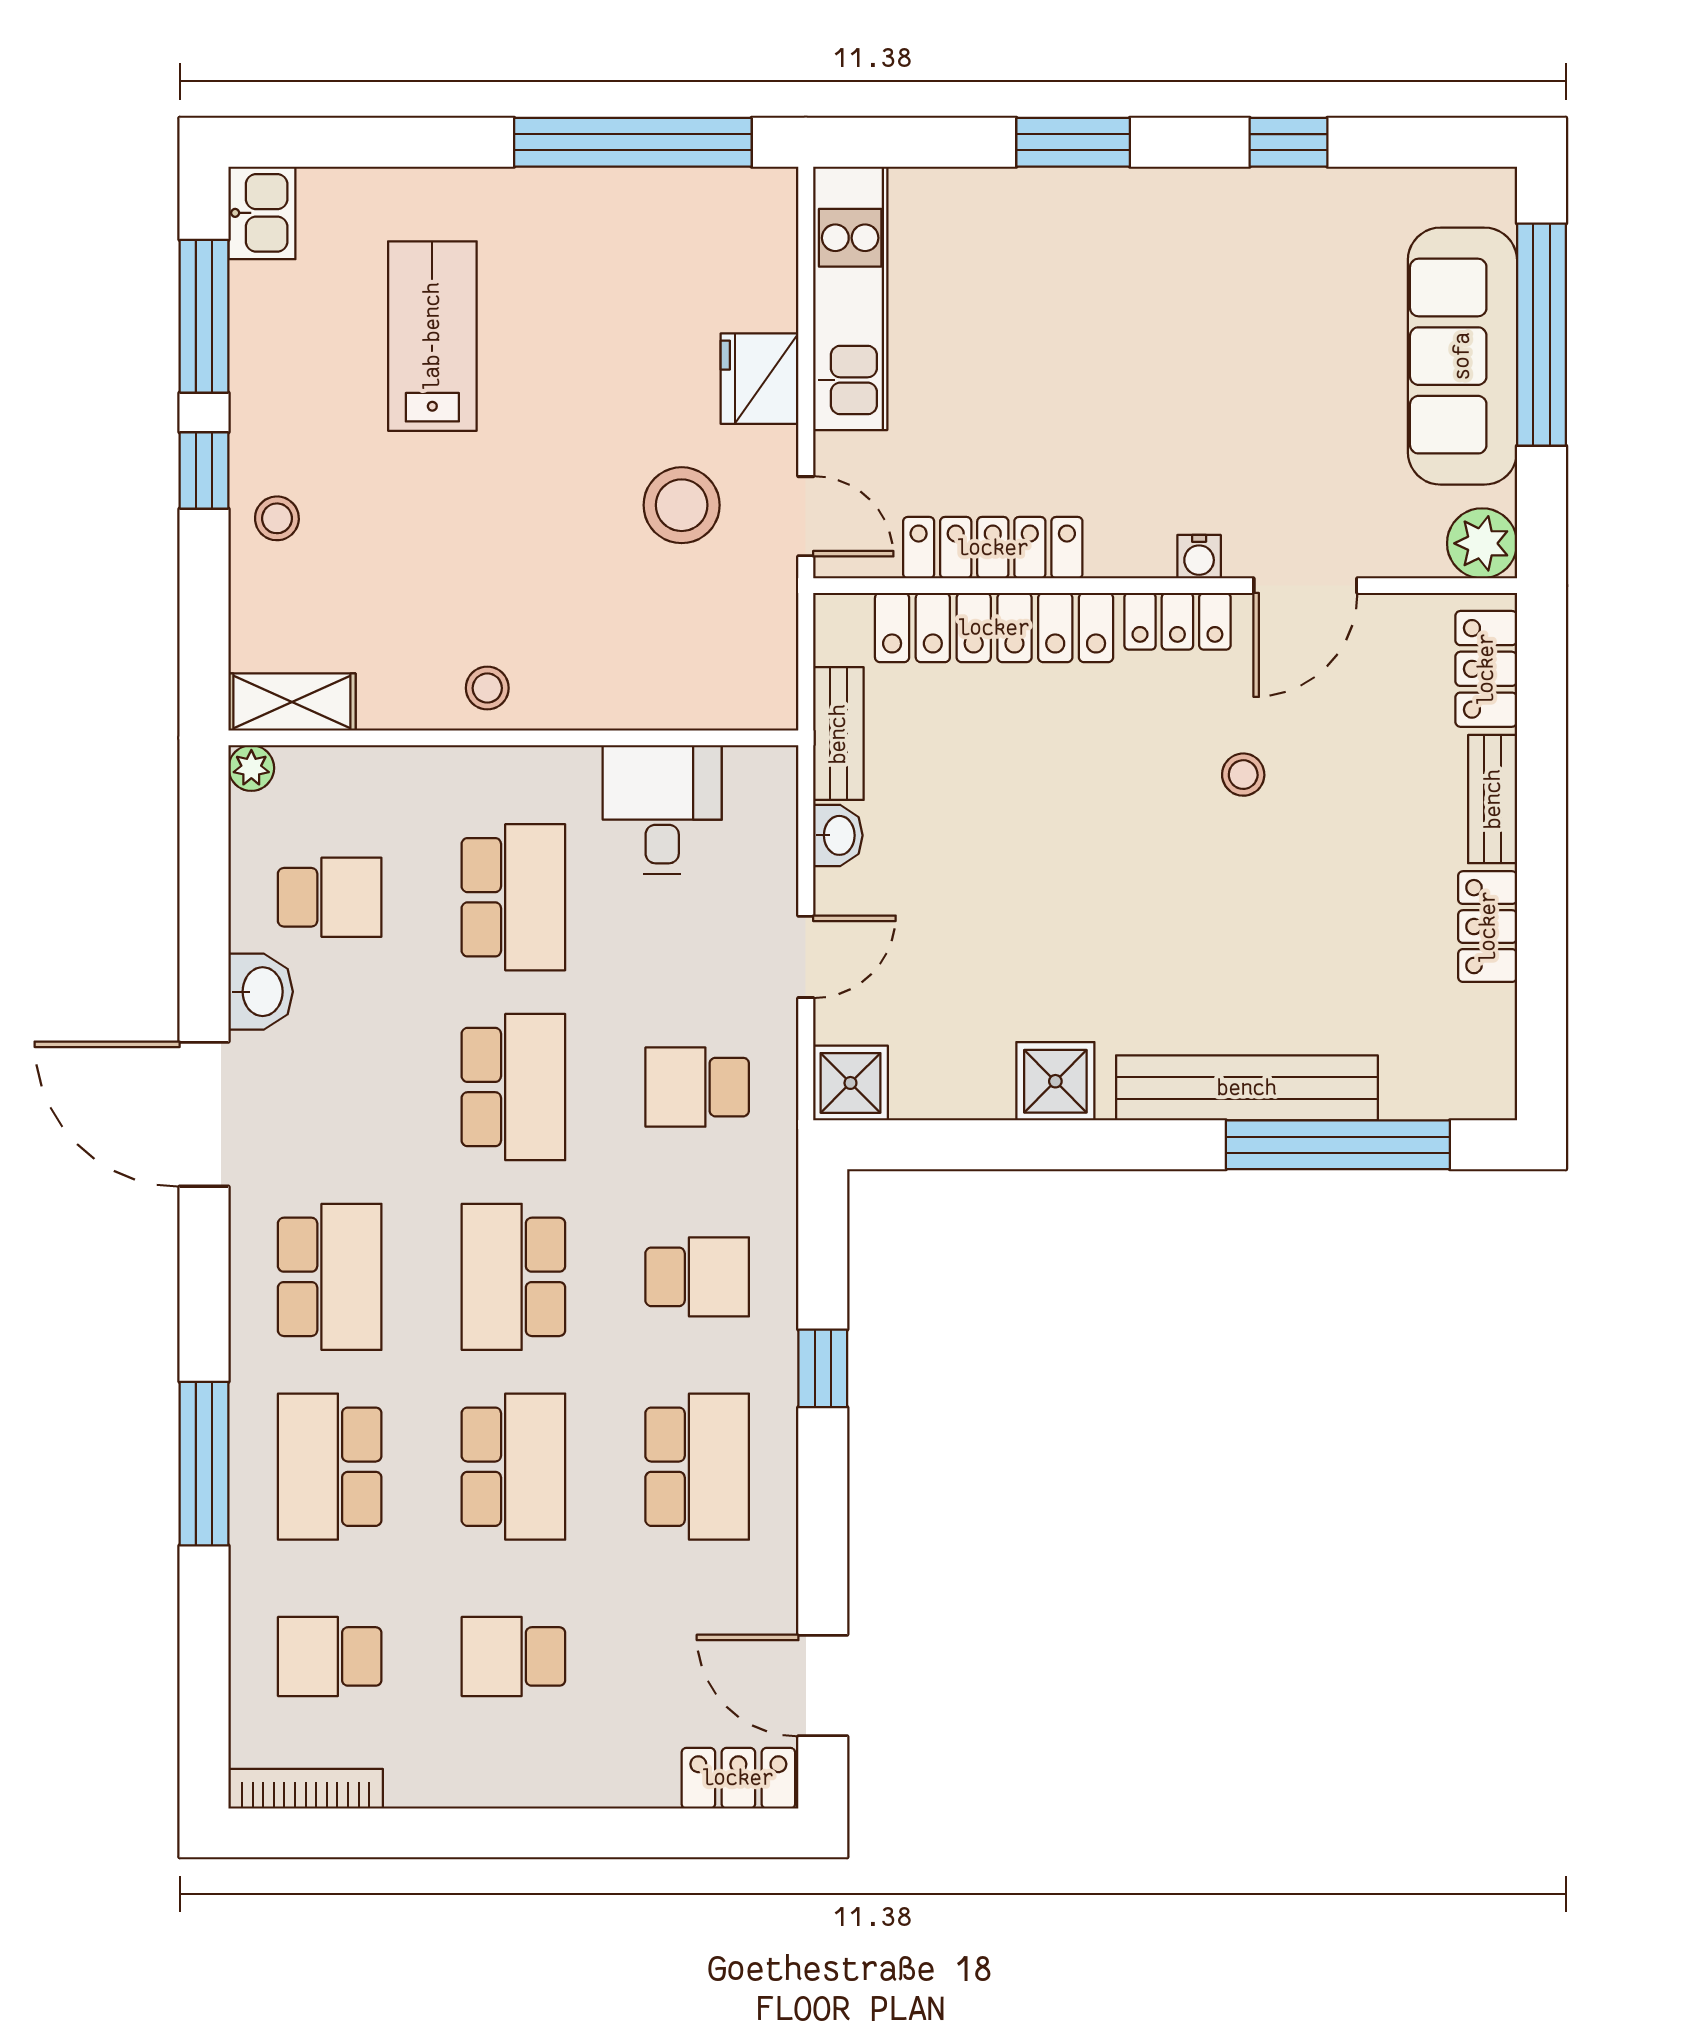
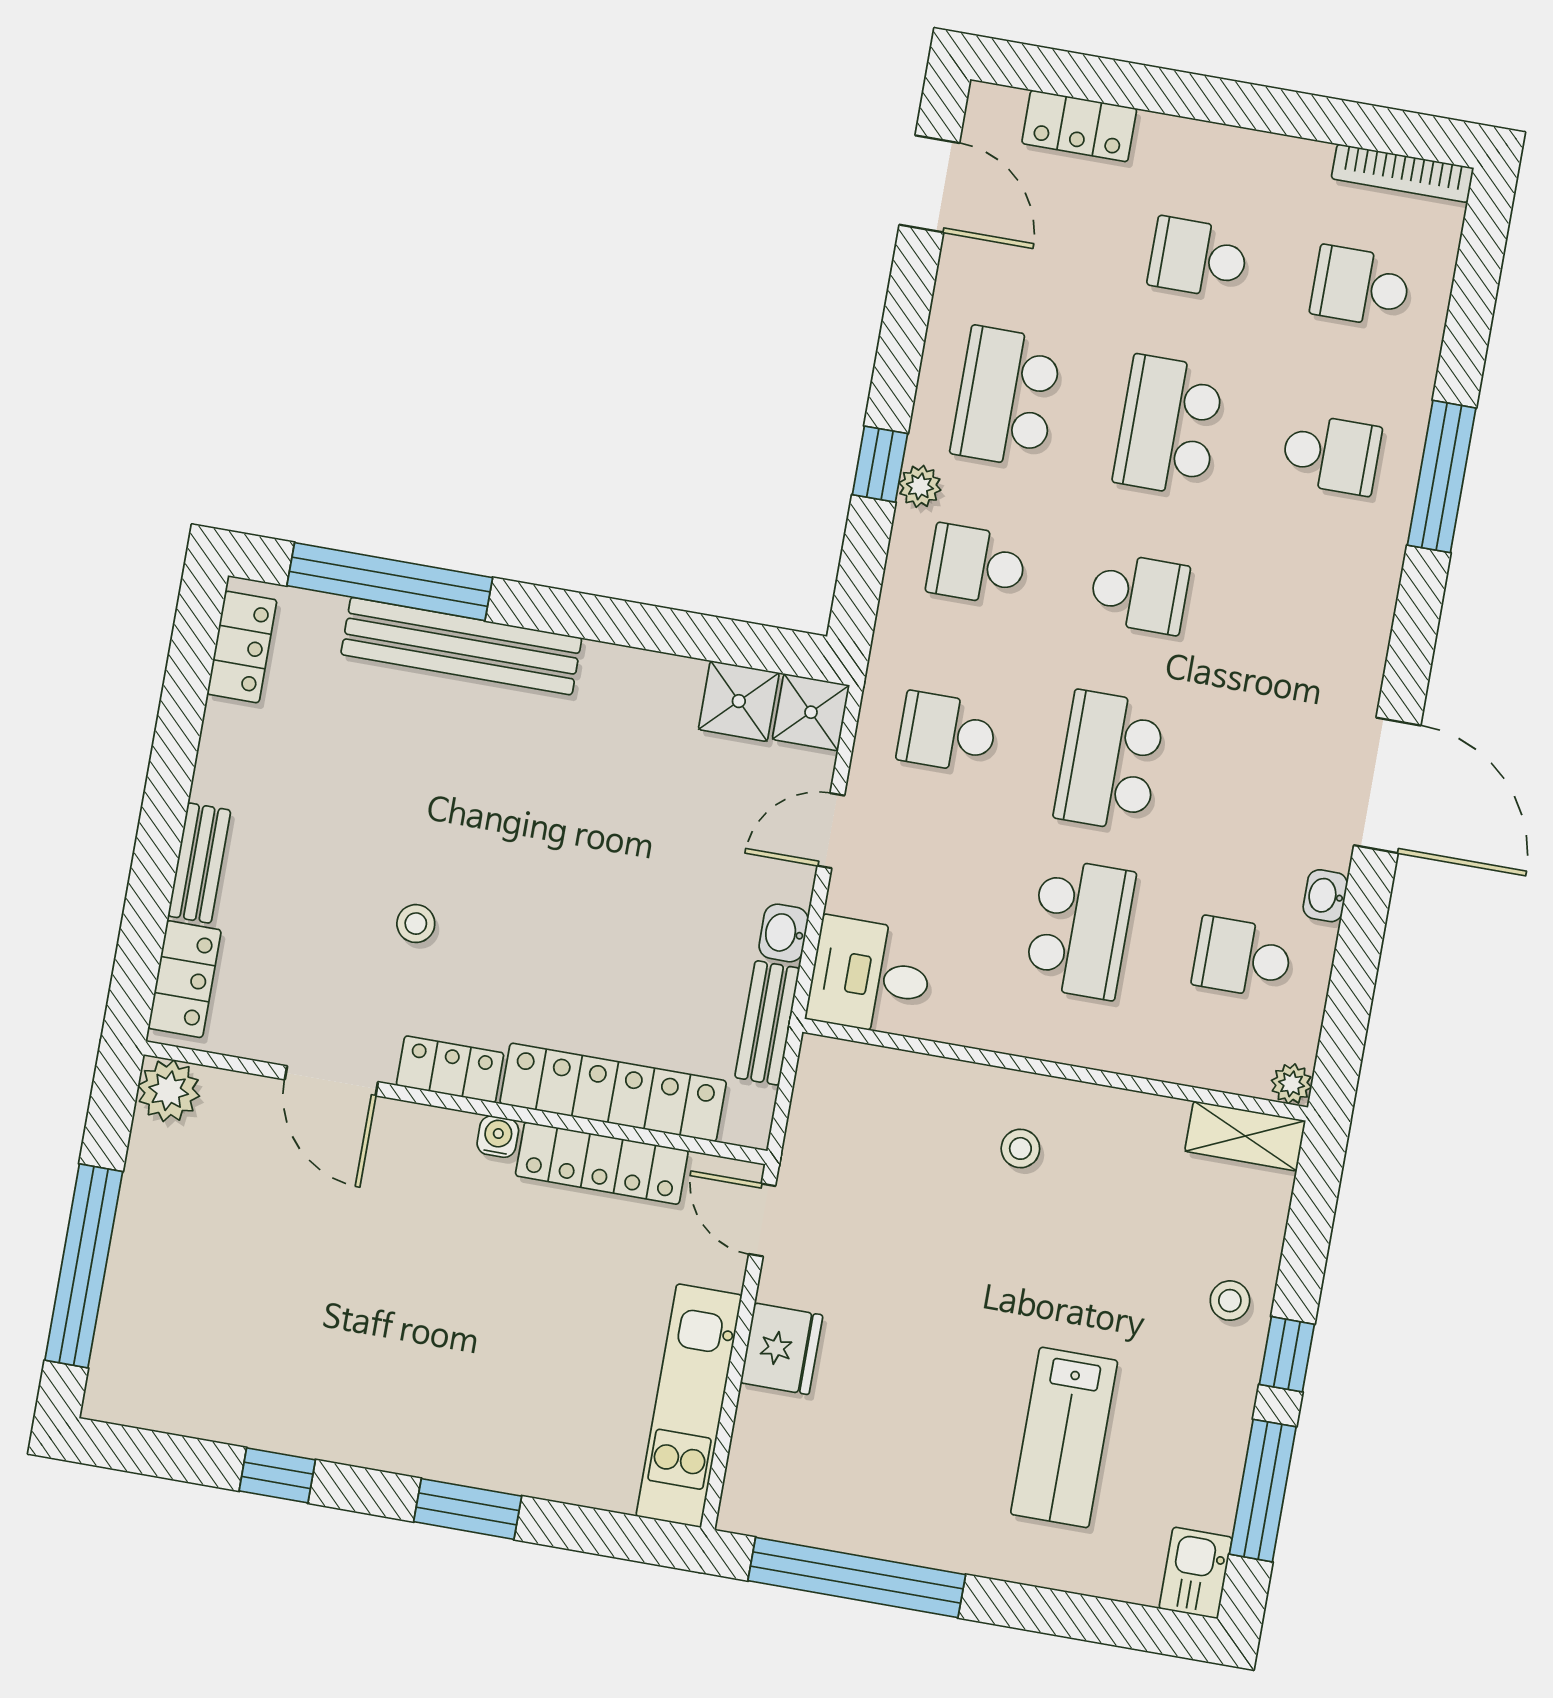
sofa: (1462, 356) -> (157, 1259), removed
stool: (682, 505) -> (870, 1249), removed
water cooler: (1199, 557) -> (498, 1137), moved
door: (1305, 586) -> (331, 1081), swing flipped
stool: (487, 688) -> (1020, 1148), moved
desk: (662, 809) -> (870, 976), moved, turned 90
school desk: (513, 897) -> (1080, 929), turned 180
locker: (1488, 927) -> (242, 647), moved
washbasin: (261, 992) -> (1325, 896), width x0.72, depth x0.69
shower: (1055, 1081) -> (739, 701), moved
school desk: (697, 1087) -> (947, 732), turned 180
school desk: (330, 1277) -> (1302, 622), removed
school desk: (513, 1277) -> (1139, 593), width x0.54
plant: (775, 1352) -> (920, 486), added
school desk: (330, 1467) -> (1331, 454), width x0.54
school desk: (330, 1656) -> (1361, 286), turned 180
school desk: (513, 1656) -> (1198, 258), turned 180
locker: (738, 1778) -> (1079, 126), moved

